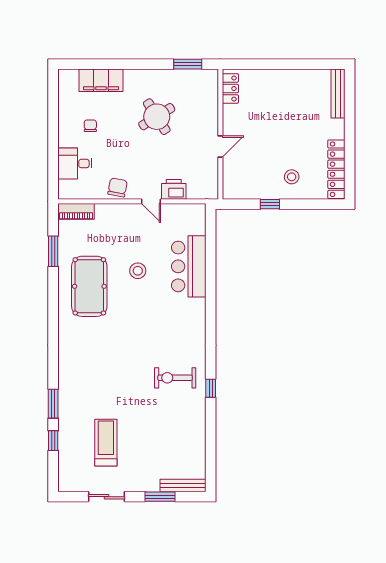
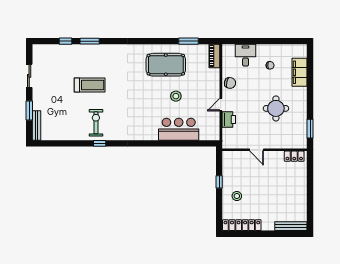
round table: (157, 117) -> (276, 108), turned 32
exercise bike: (175, 378) -> (96, 123), moved
treadmill: (106, 443) -> (90, 85), moved

